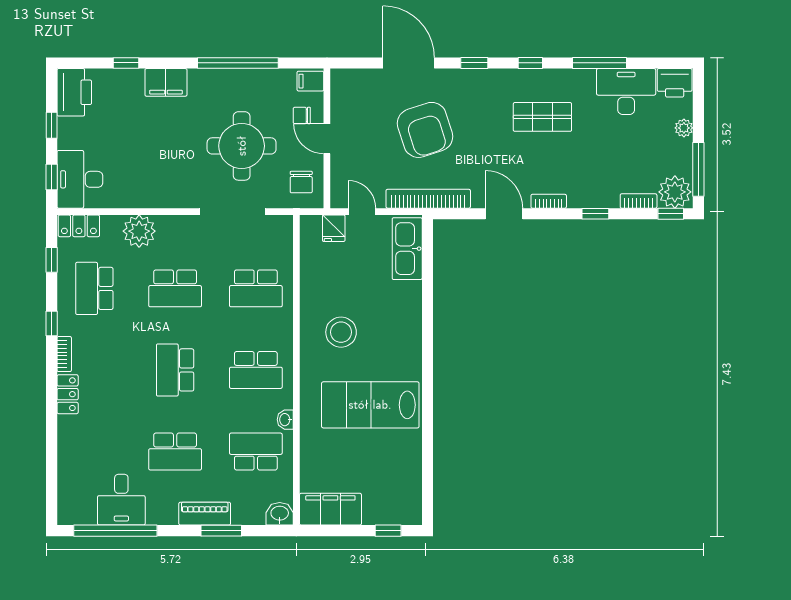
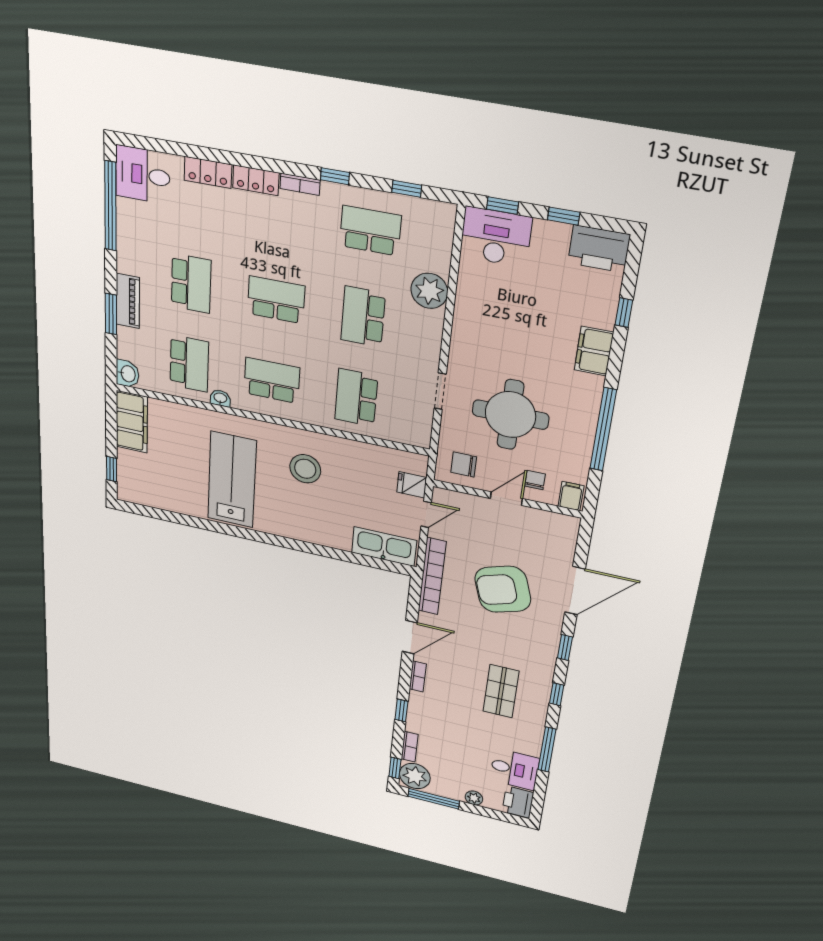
desk: (626, 92) -> (514, 769), width x0.73
doorway: (232, 212) -> (440, 391), width x0.53
locker: (79, 226) -> (208, 172), moved, turned -90
school desk: (256, 370) -> (272, 380), turned 90
school desk: (175, 452) -> (191, 283), turned 180
desk: (121, 500) -> (143, 175), moved

